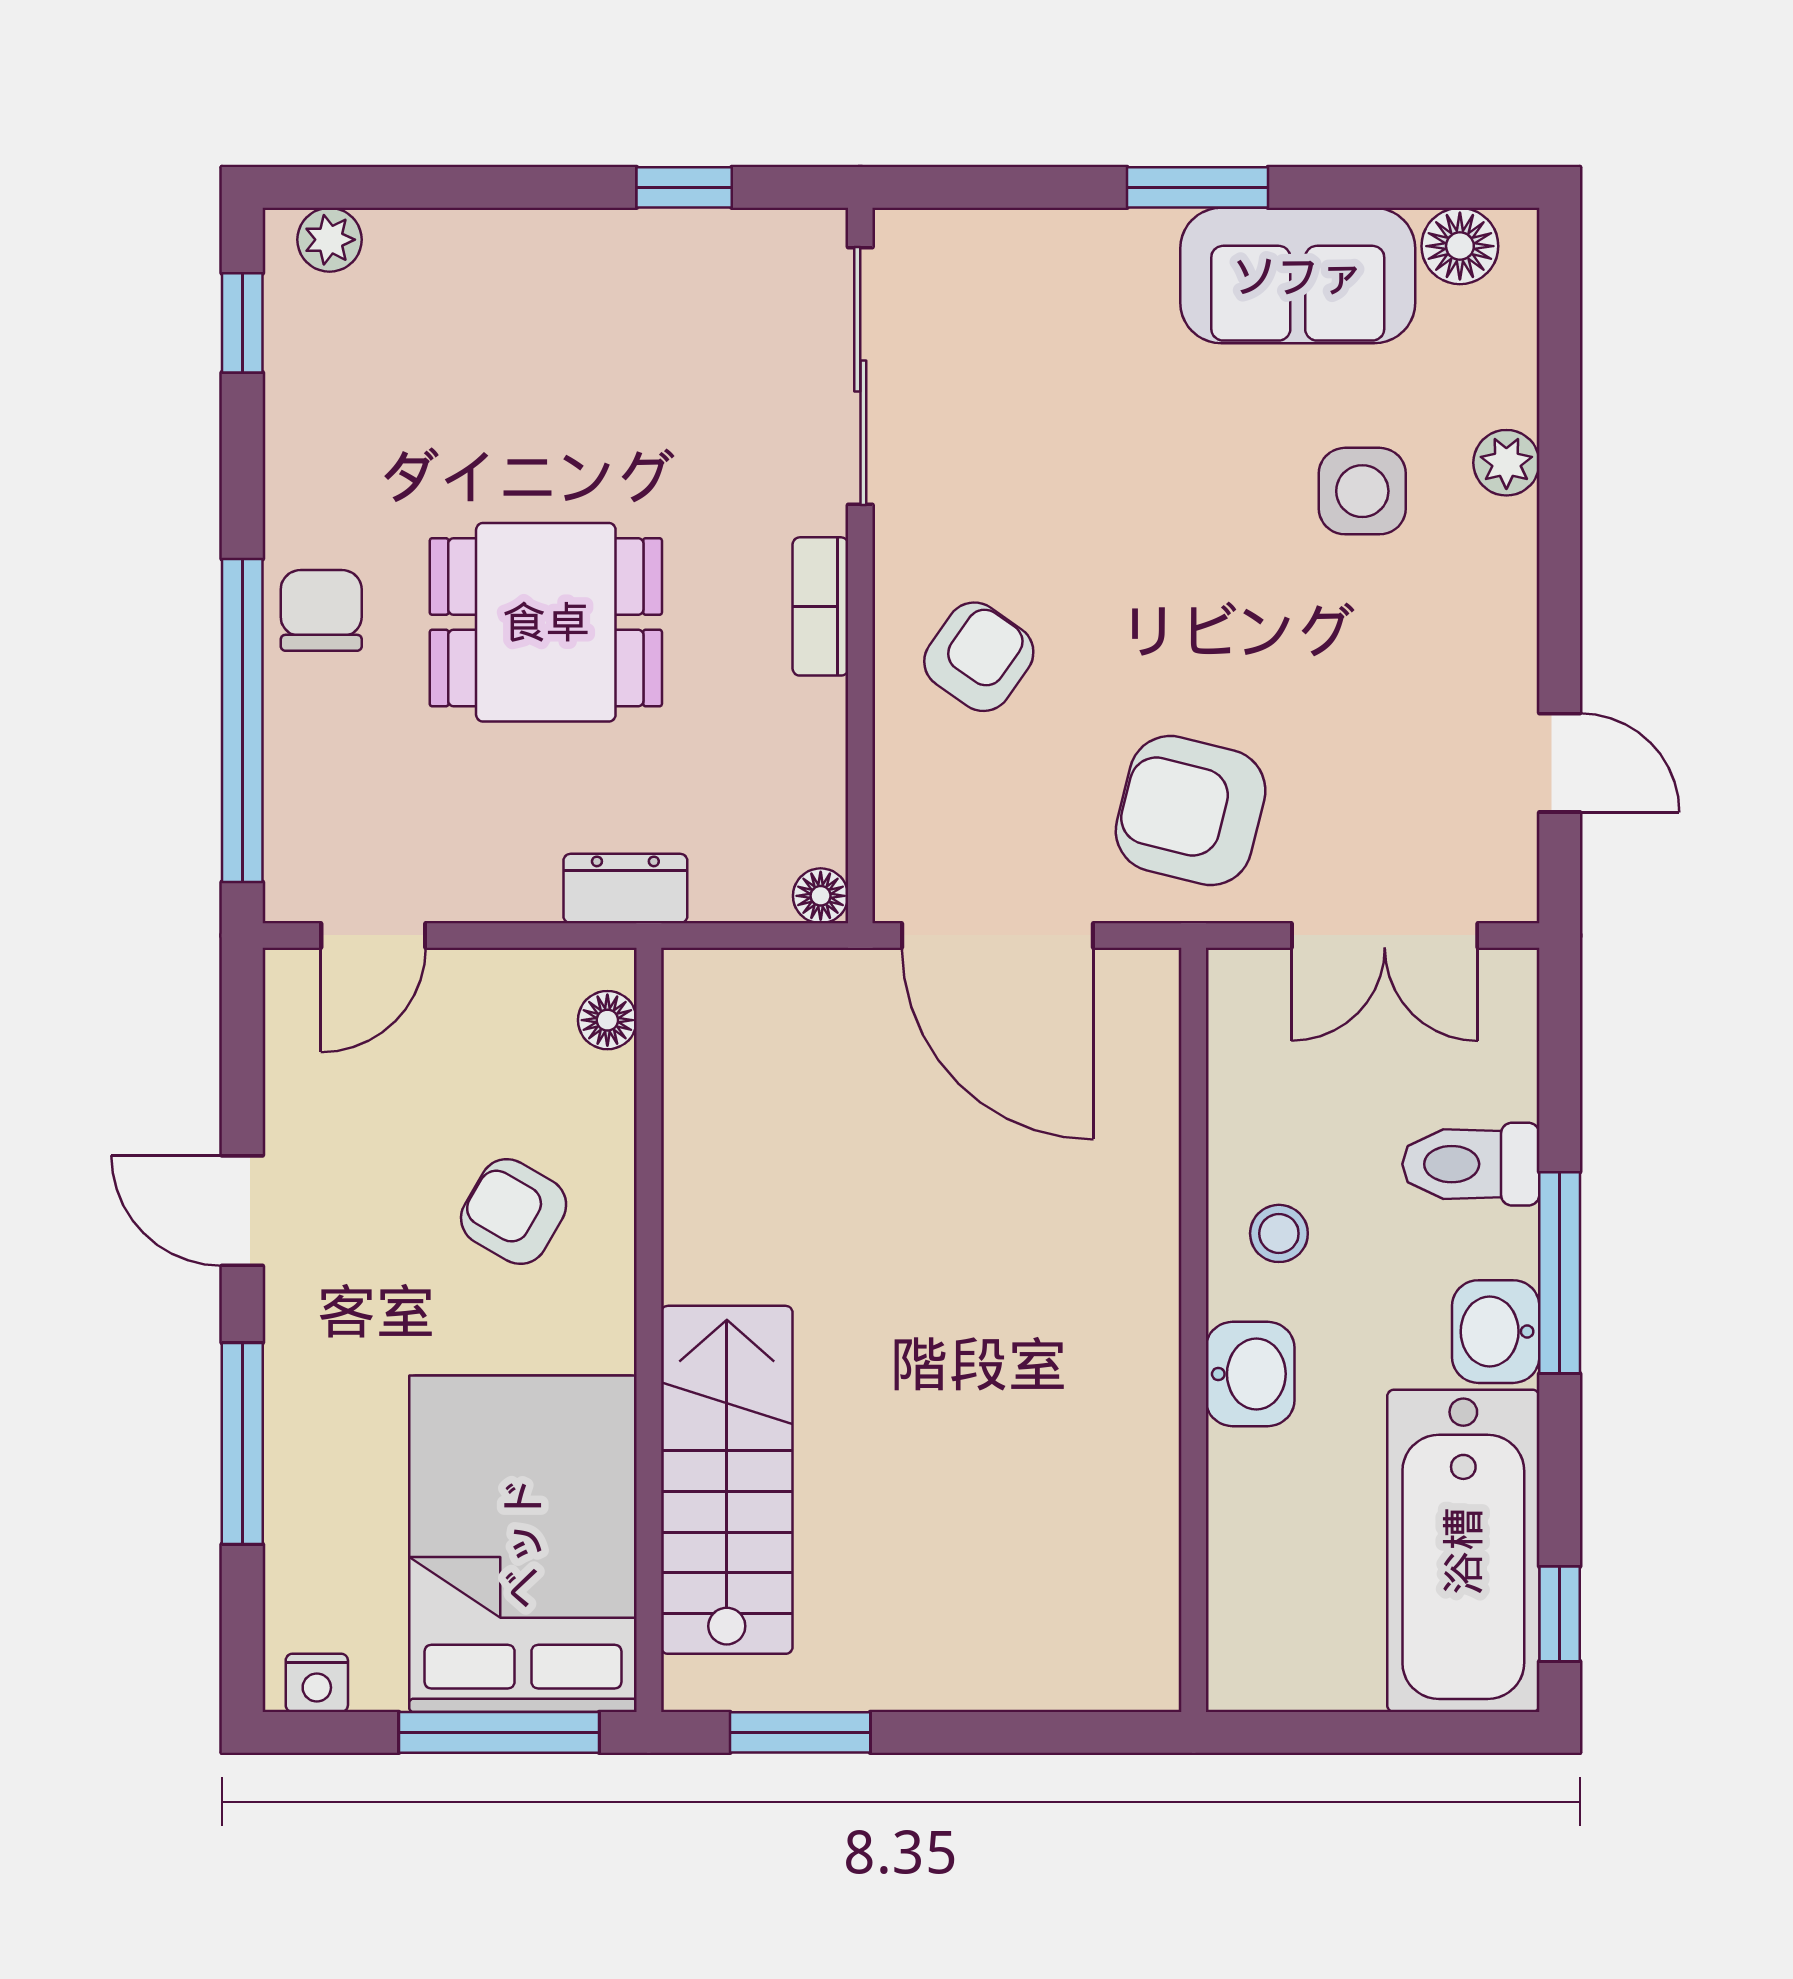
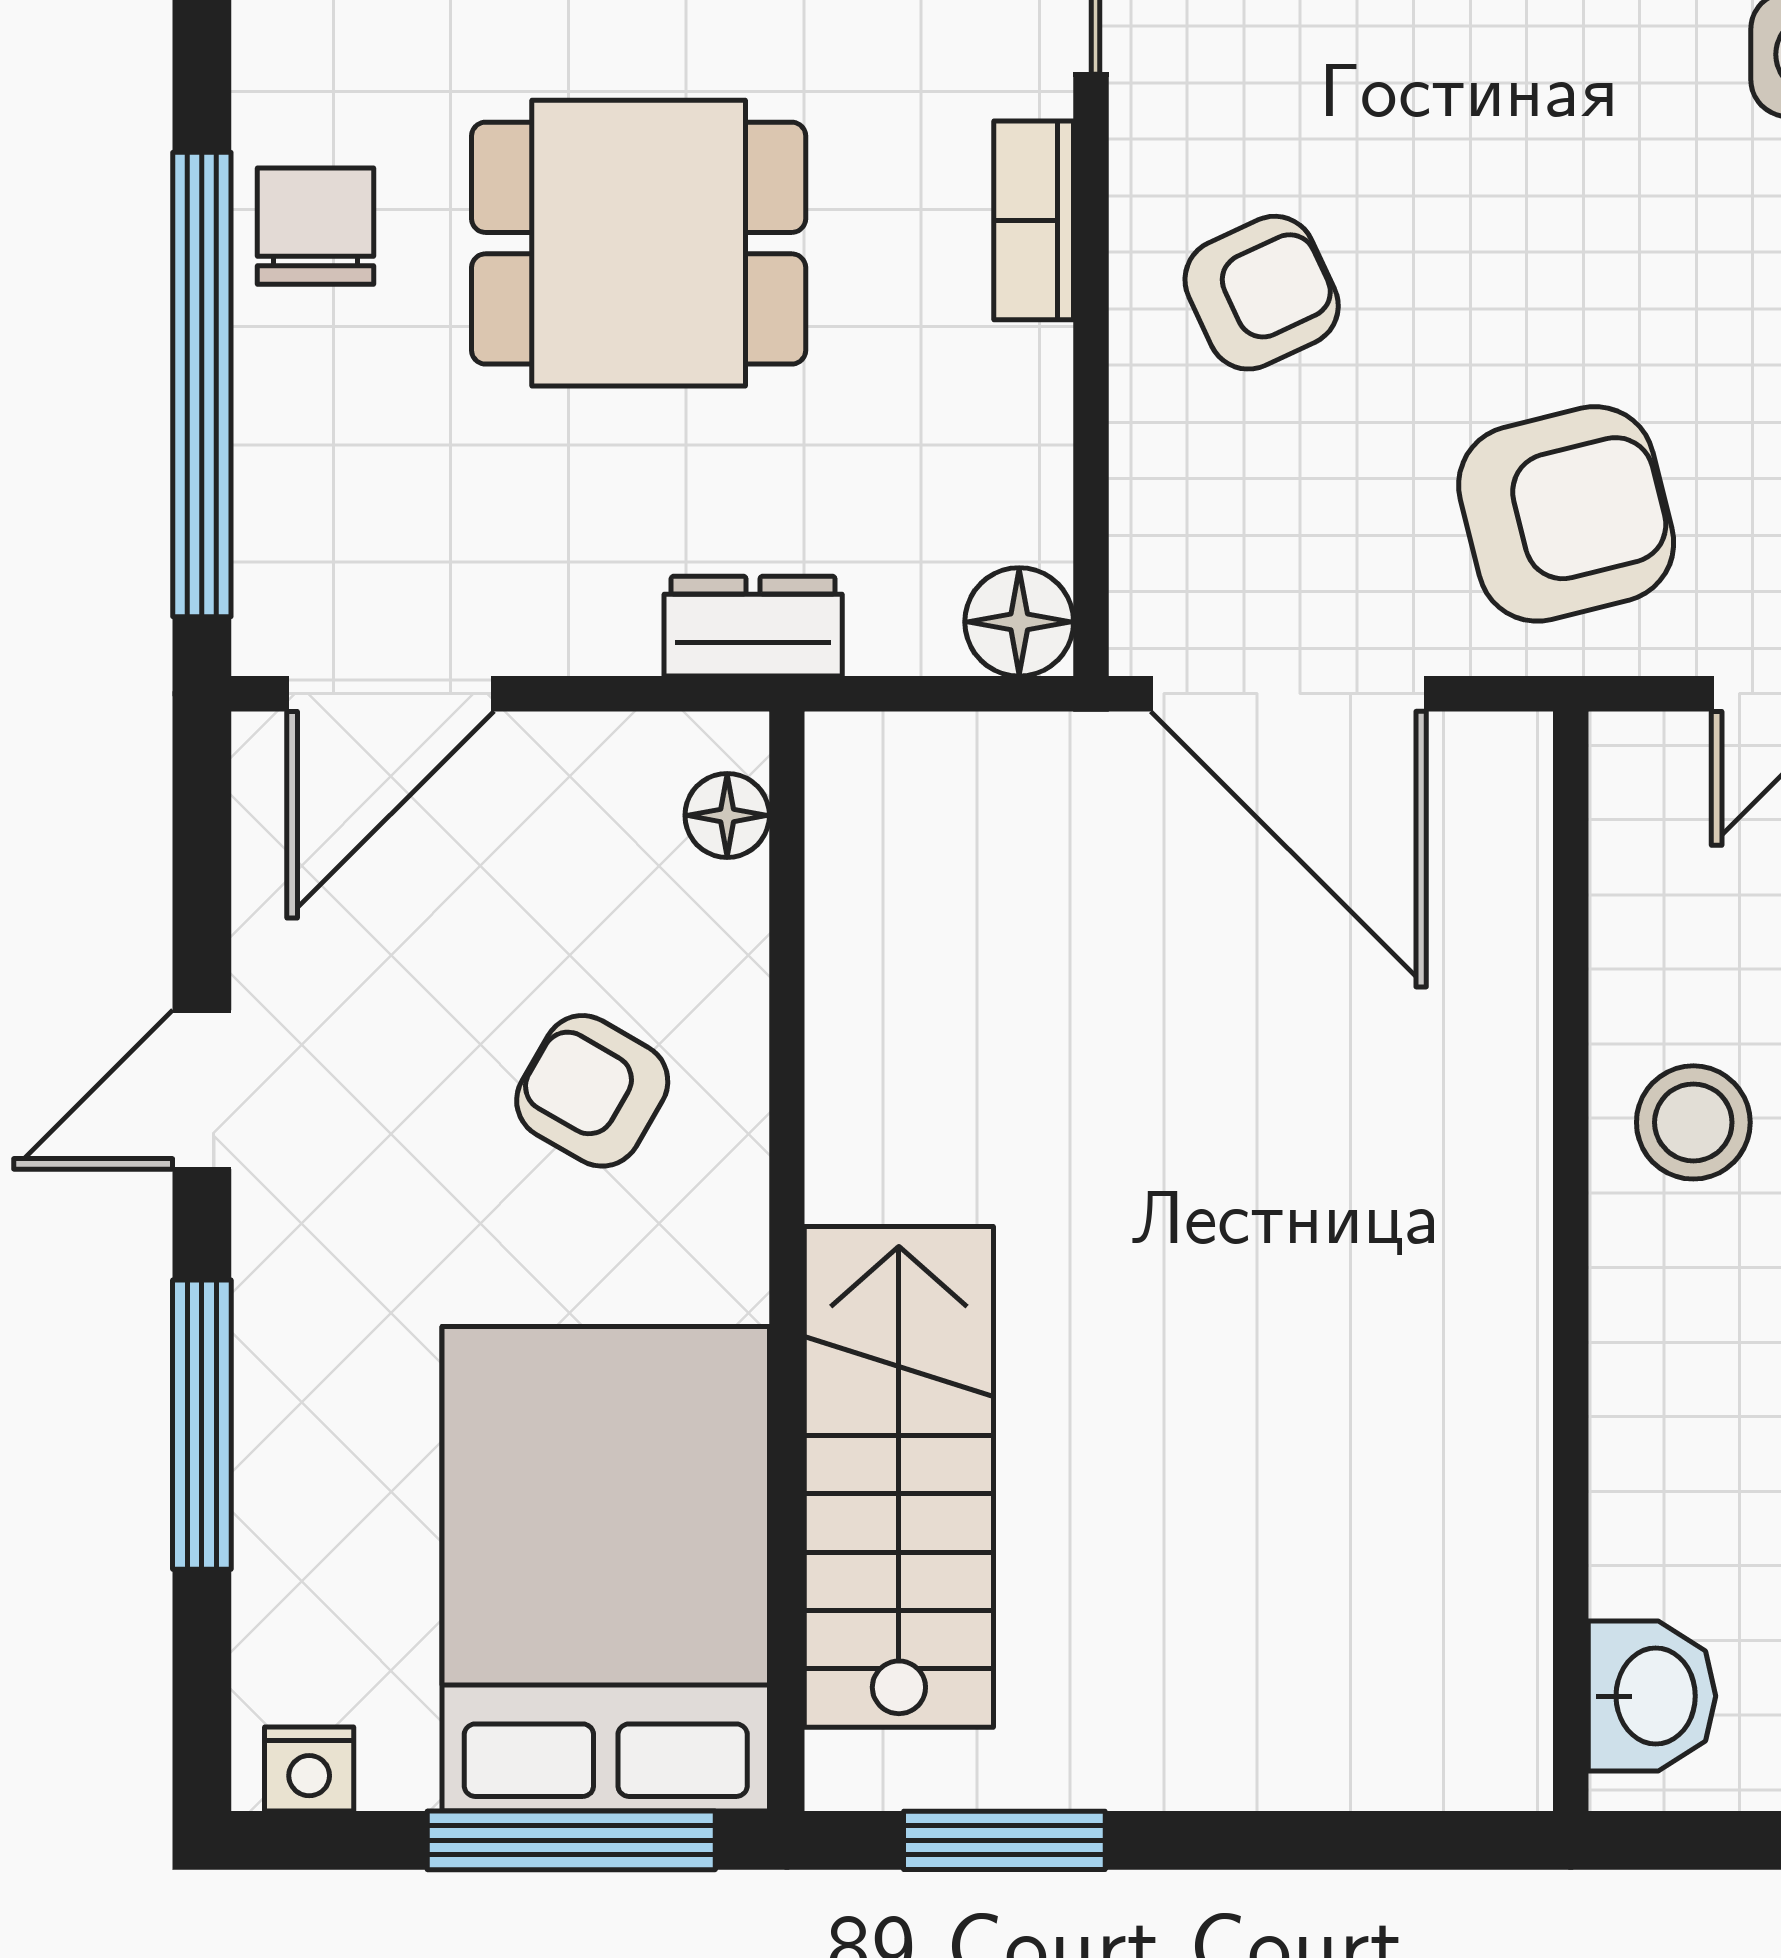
armchair: (979, 657) -> (1262, 293), turned 30
armchair: (1191, 811) -> (1566, 514), turned 152
floor lamp: (821, 896) -> (1019, 622), width x1.37, depth x1.37
door: (373, 935) -> (390, 694), width x1.38
door: (242, 1211) -> (202, 1090), hinge flipped
stool: (1279, 1233) -> (1693, 1122), width x1.37, depth x1.37
washbasin: (1250, 1374) -> (1652, 1696), moved

